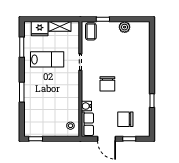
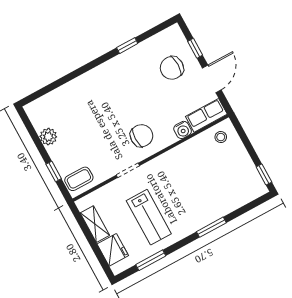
lab bench: (47, 59) -> (149, 217), turned 180
chair: (107, 84) -> (142, 136), moved
chair: (125, 119) -> (172, 68), turned 90

